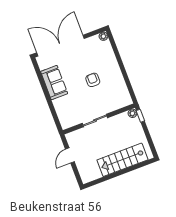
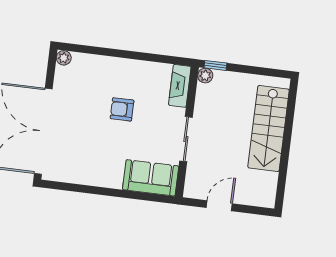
sofa: (54, 83) -> (151, 178), moved
fireplace: (120, 103) -> (180, 86), added
door: (70, 155) -> (219, 206), swing flipped

